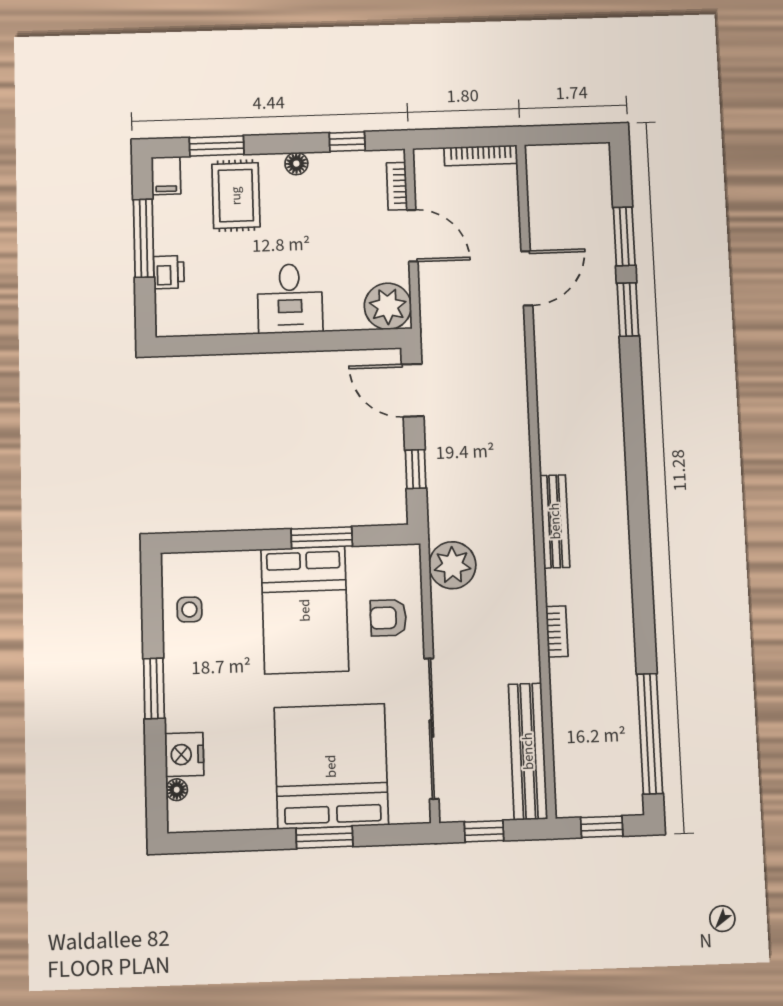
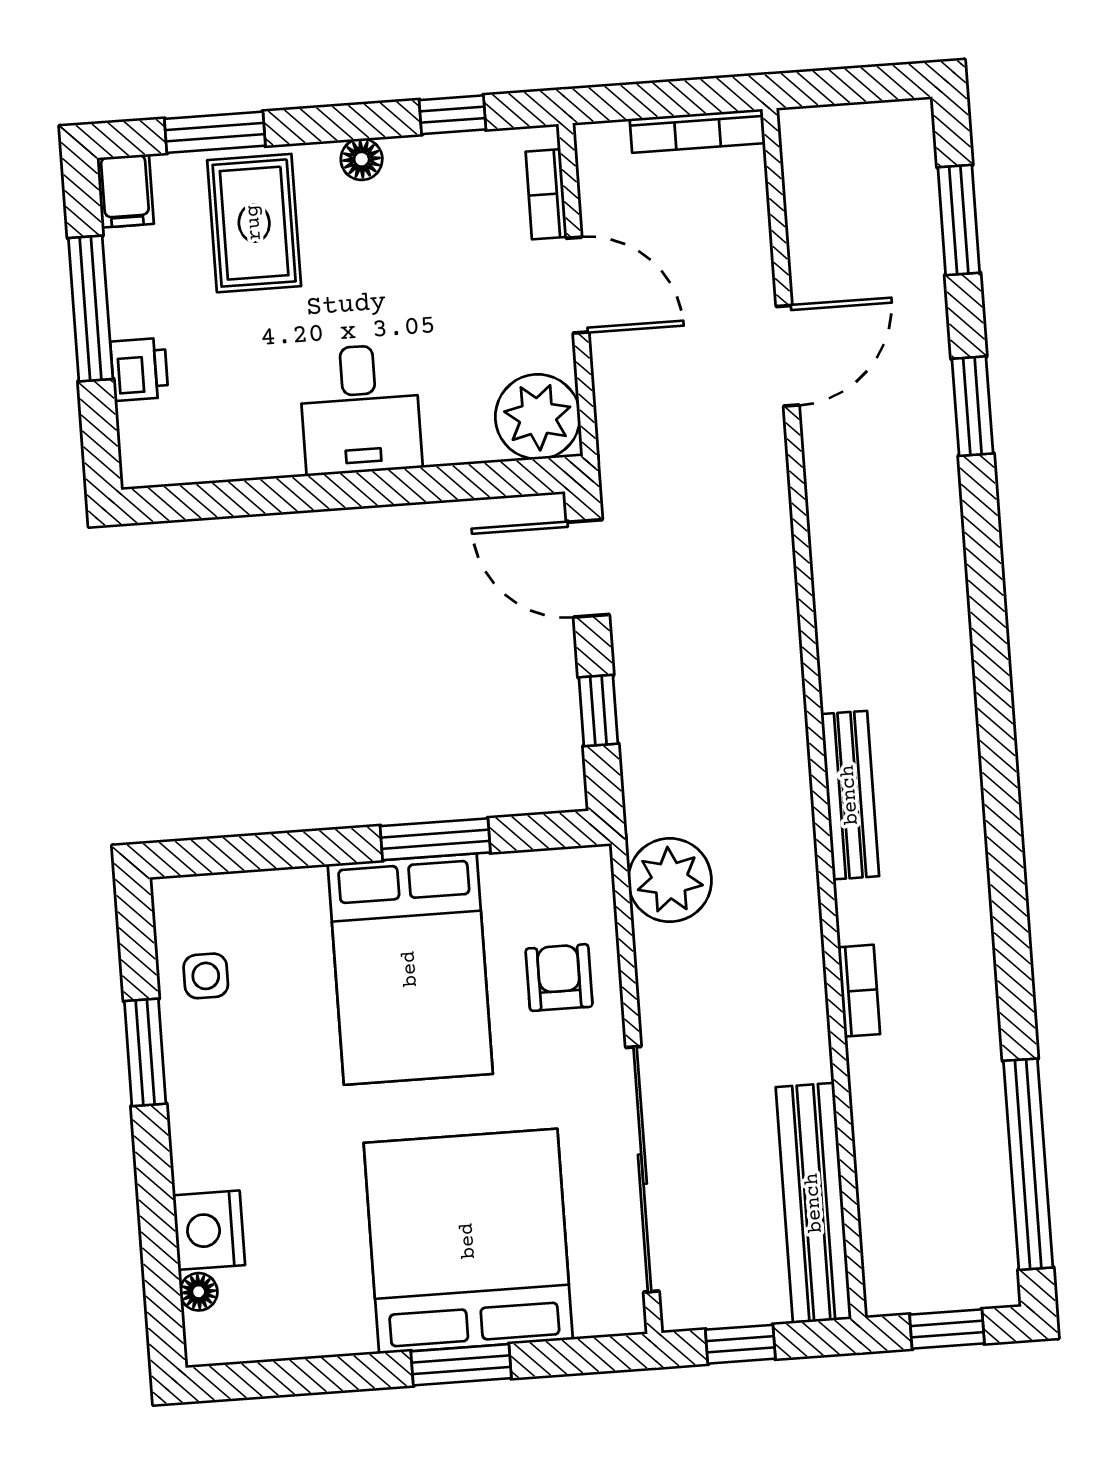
window: (624, 236) -> (959, 220), moved
armchair: (388, 618) -> (559, 978), turned 90
window: (154, 689) -> (145, 1052), moved

